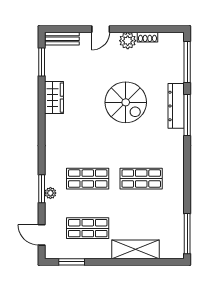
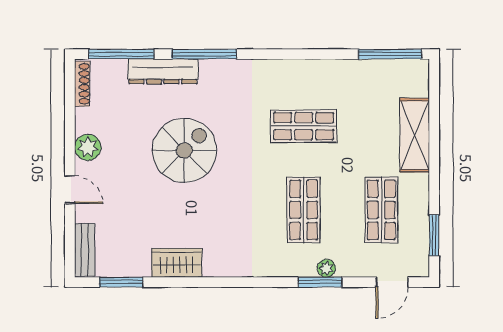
shoe rack: (147, 37) -> (82, 84), moved, width x1.43
dresser: (176, 106) -> (163, 71), moved
shop shelf: (141, 179) -> (304, 126), turned 90

